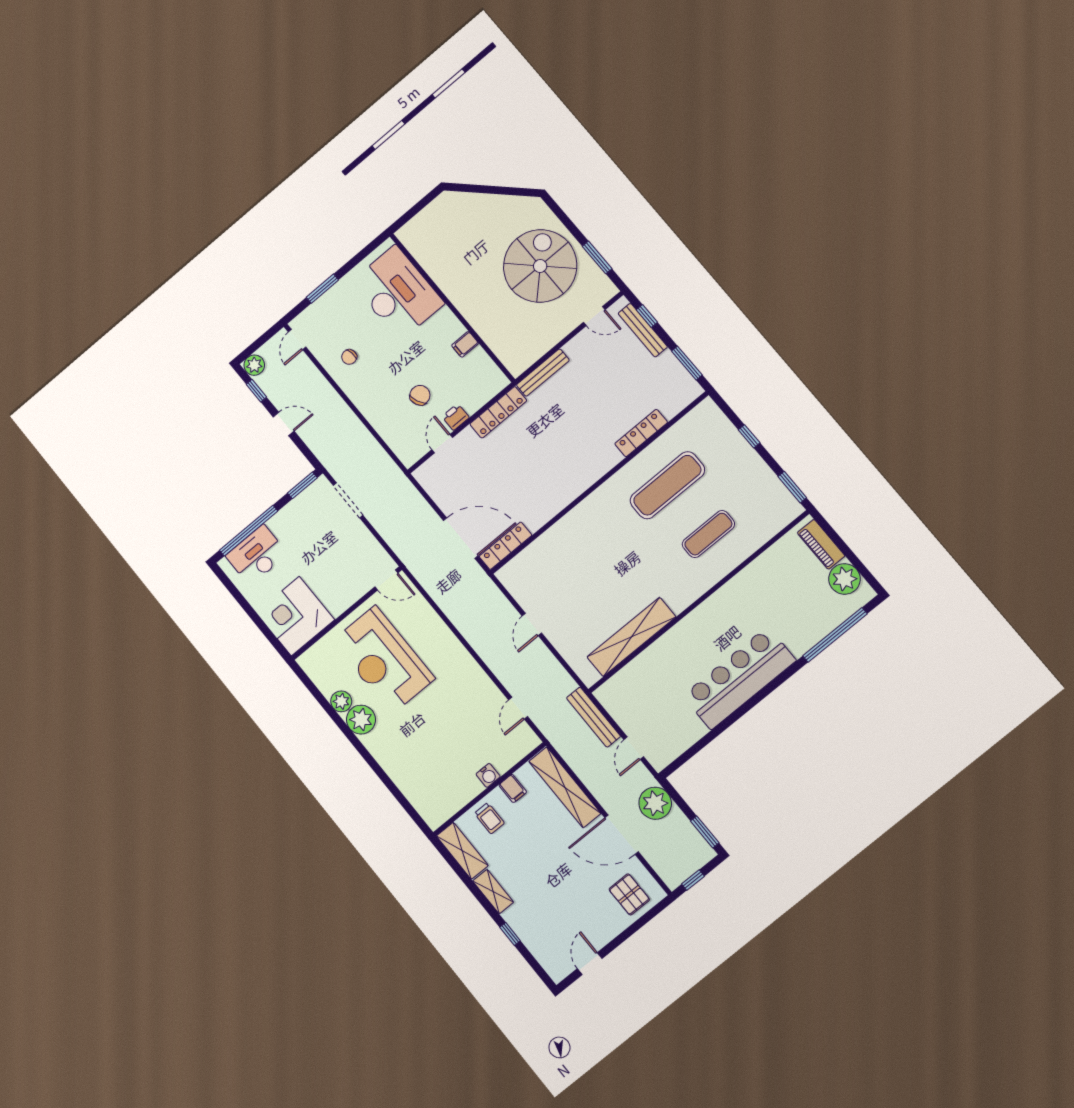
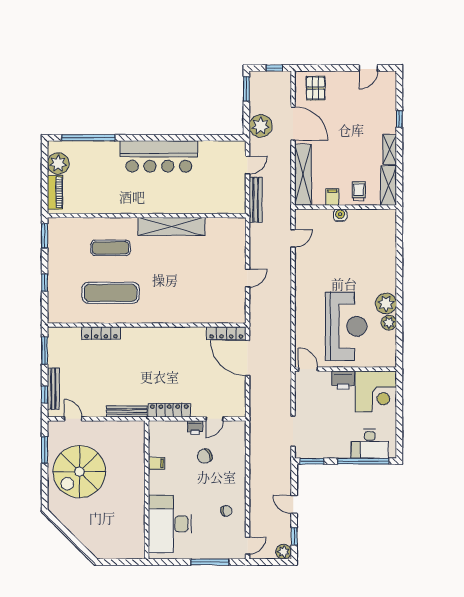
window: (322, 289) -> (210, 562), width x1.44
printer: (340, 599) -> (343, 380), added
shelving: (631, 637) -> (172, 226), moved

